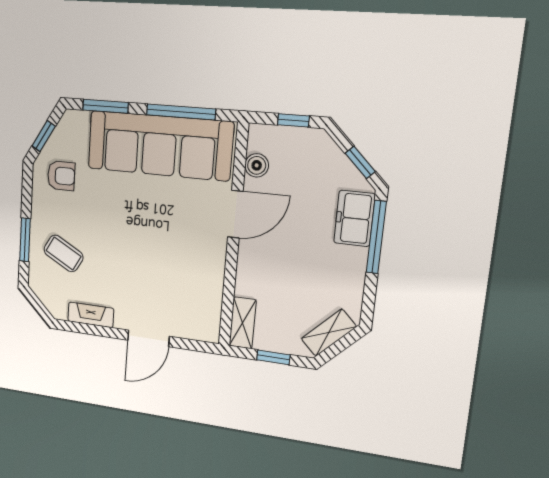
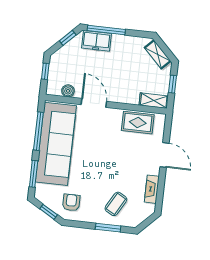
rug: (203, 293) -> (138, 123), added

